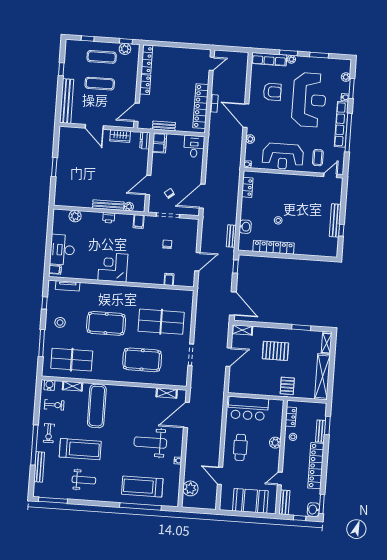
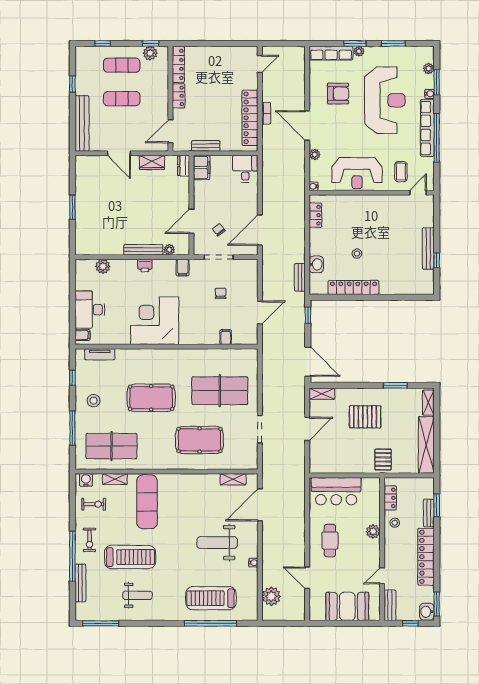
corner desk: (113, 267) -> (155, 321), width x1.36, depth x1.36

